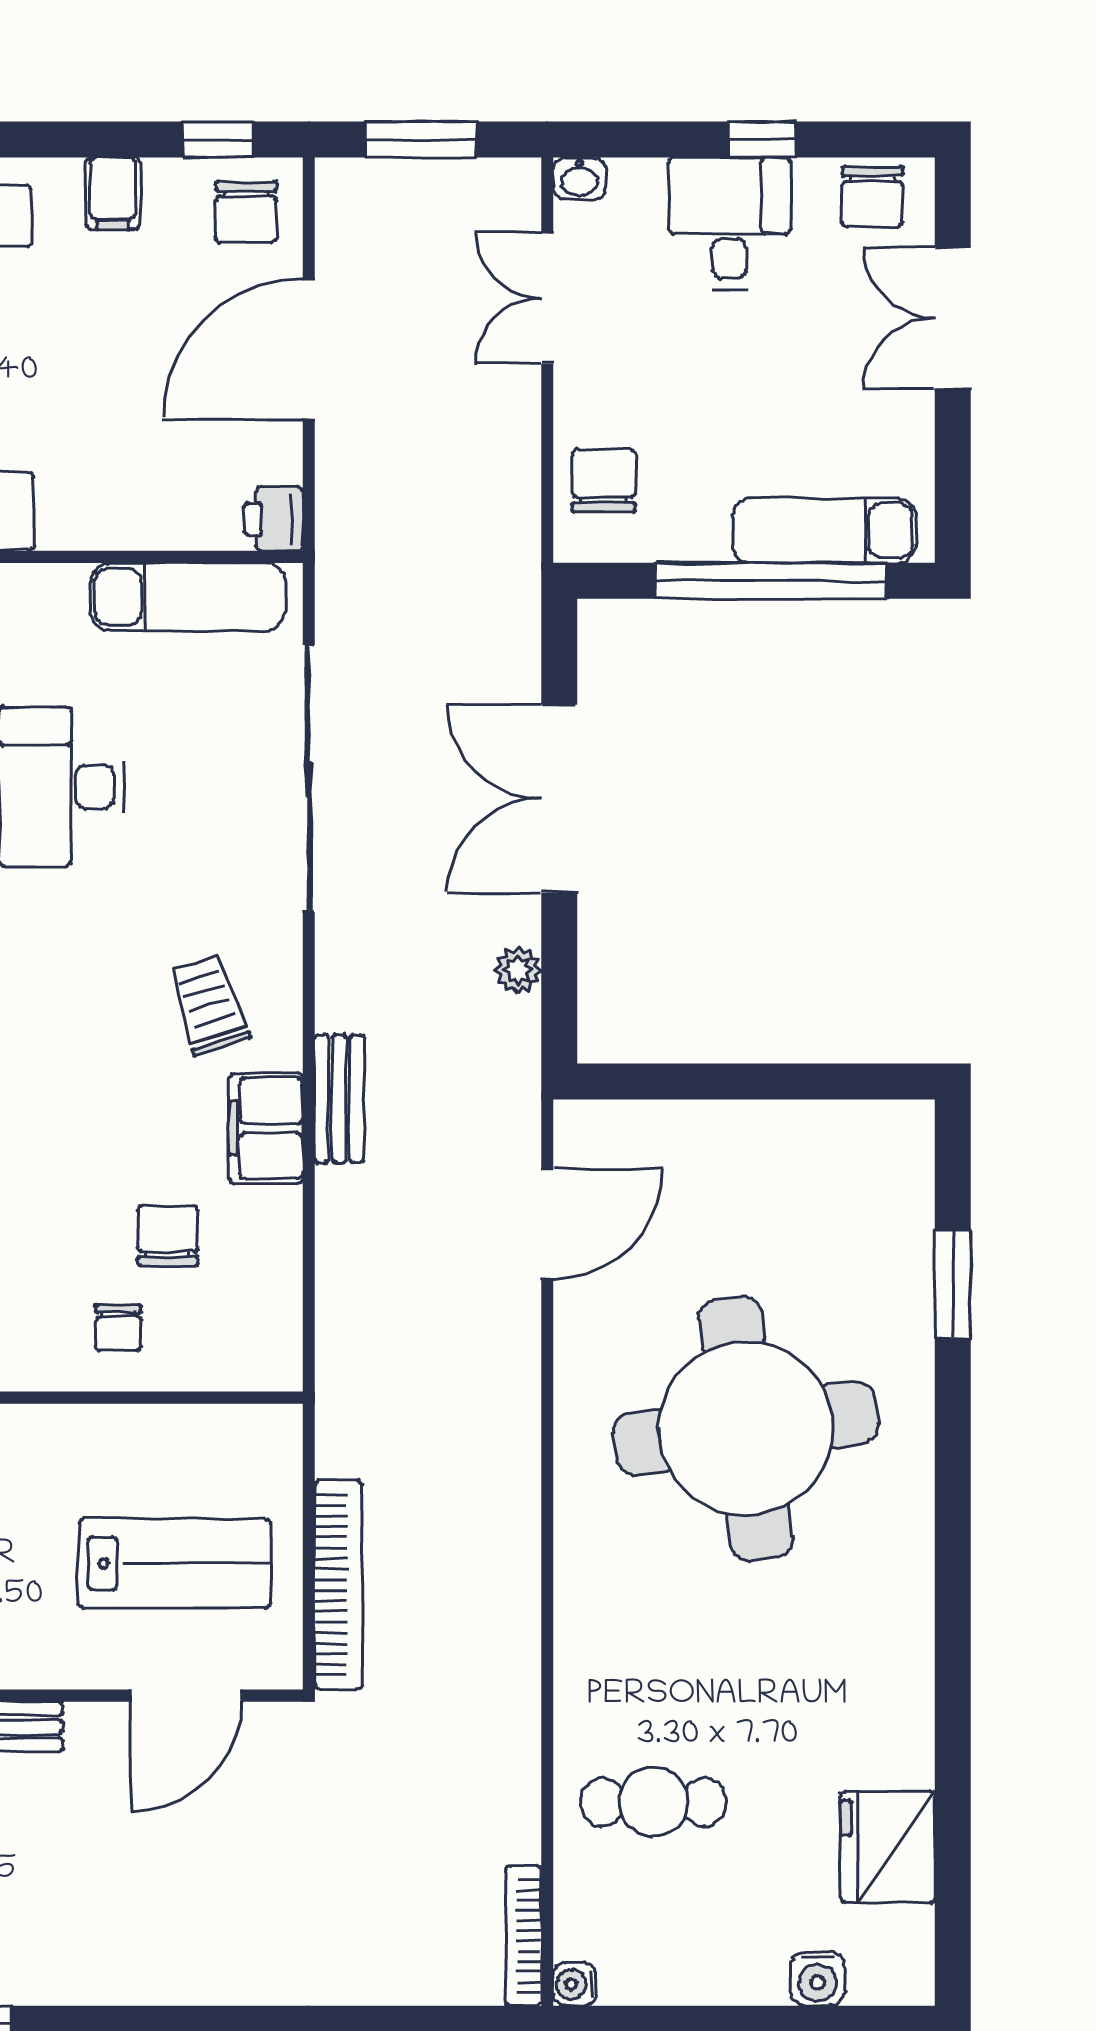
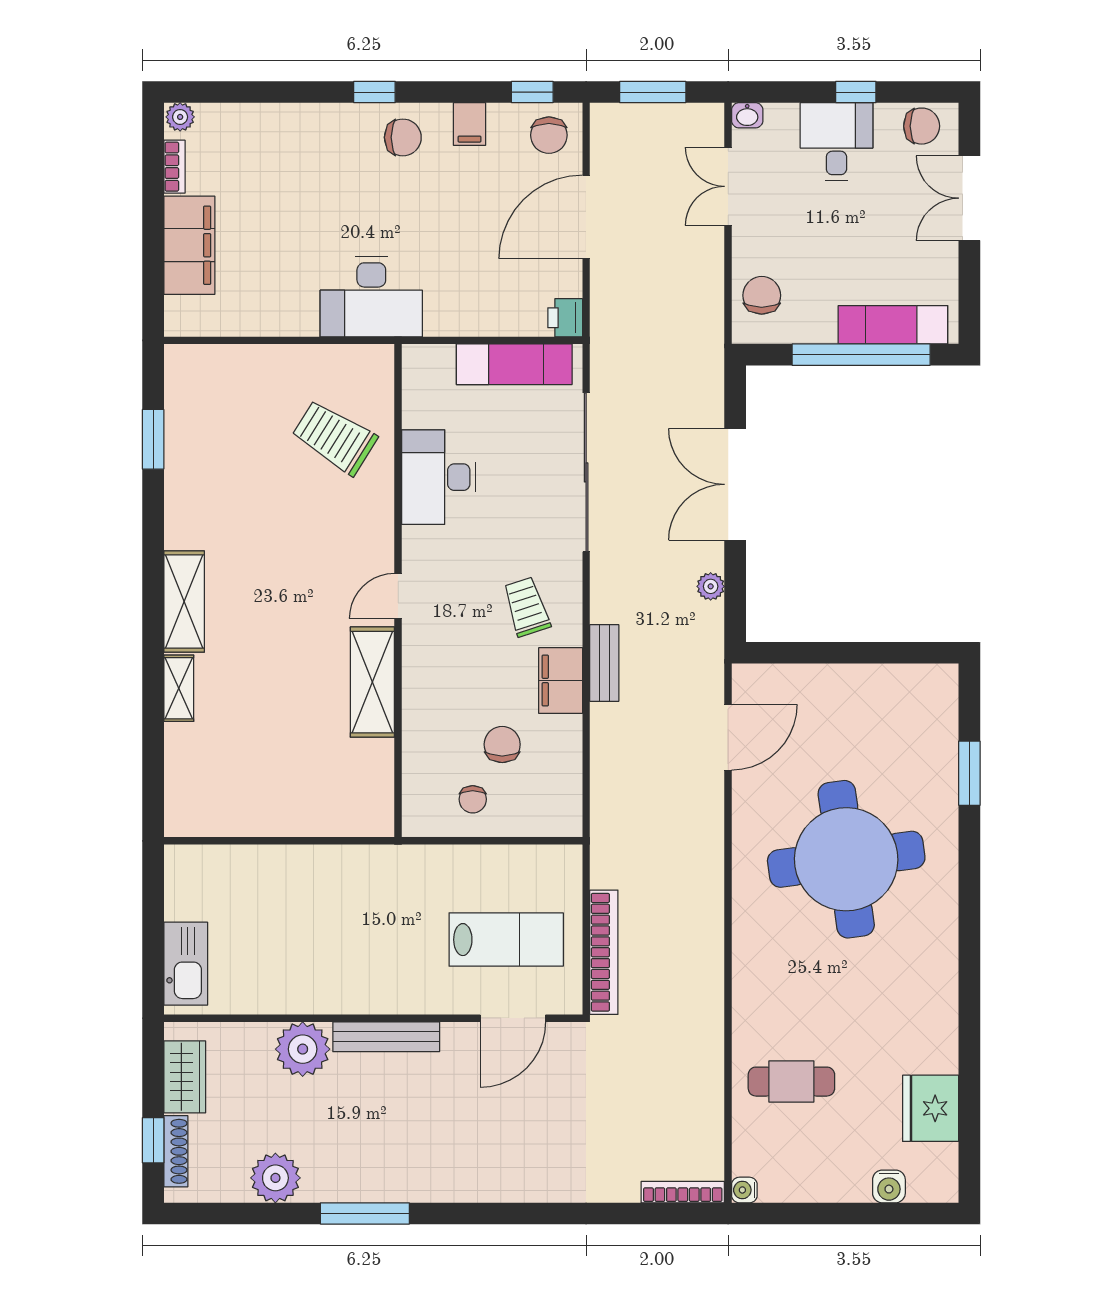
chair: (872, 197) -> (922, 126), turned -90
bookcase: (523, 1936) -> (683, 1192), moved, turned 90

